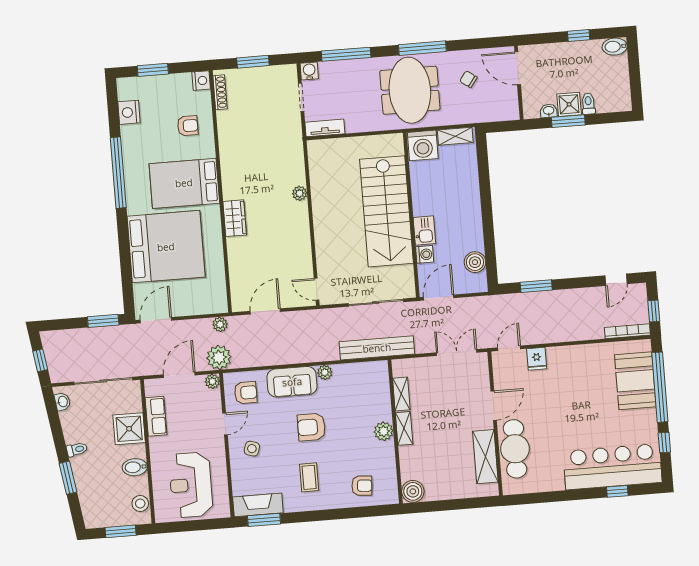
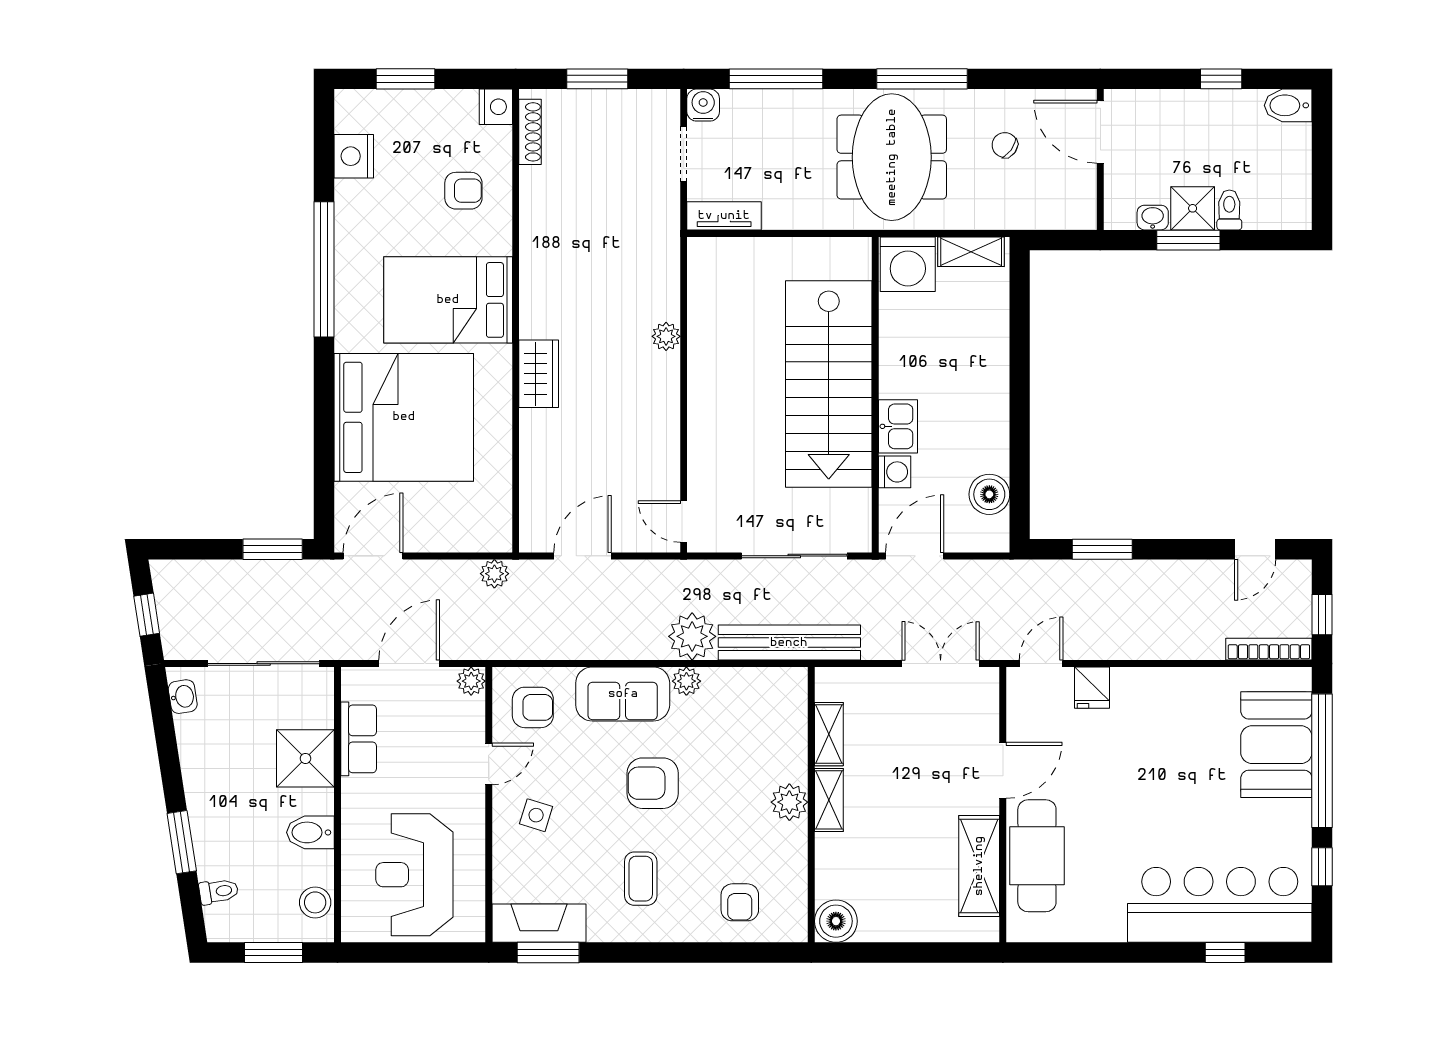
plant: (219, 357) -> (692, 636), moved
toilet: (77, 449) -> (219, 891), moved
armchair: (362, 486) -> (740, 902), turned 85

